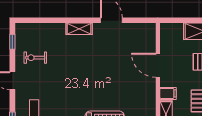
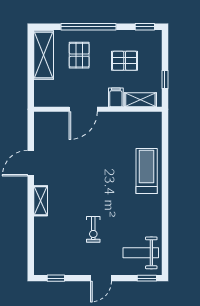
exercise bike: (35, 58) -> (93, 229), moved

